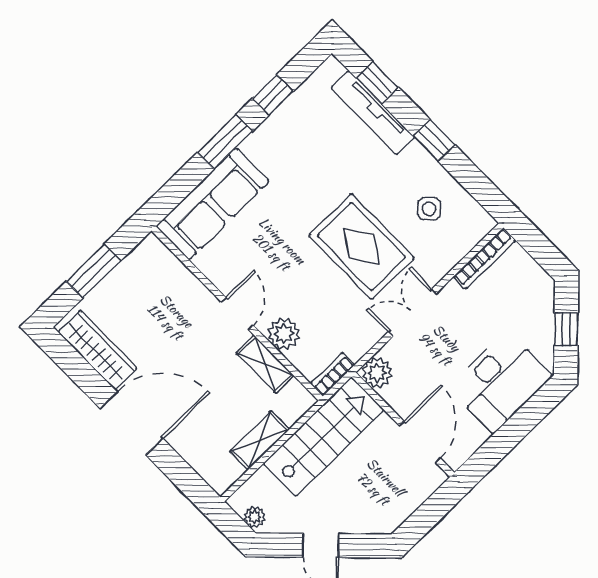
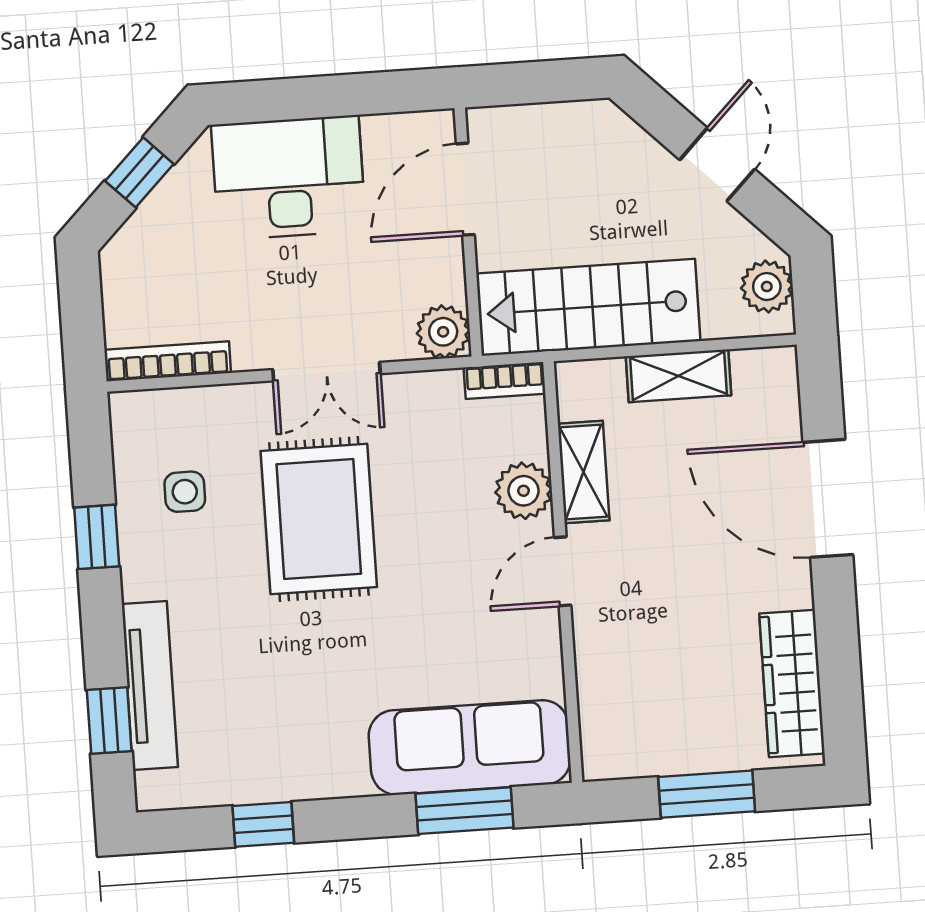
window: (434, 140) -> (97, 537), moved
window: (225, 142) -> (465, 811), moved
side table: (429, 209) -> (185, 492), turned 45
door: (131, 423) -> (828, 498), moved
plant: (255, 517) -> (767, 287), width x1.38, depth x1.38

